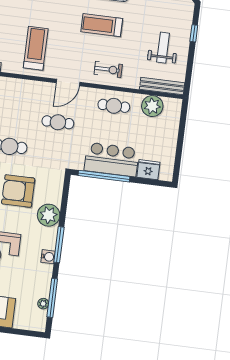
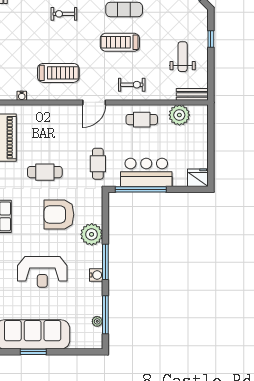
treadmill: (36, 48) -> (58, 73), turned 90
bench: (162, 86) -> (192, 94), width x0.73
cafe table: (58, 122) -> (98, 164), moved, turned 90
fridge: (148, 170) -> (198, 178), moved

